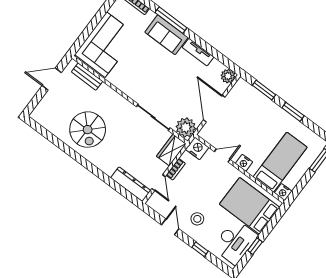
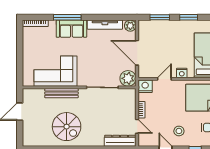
corner sofa: (106, 45) -> (55, 71), moved, turned -90
tv unit: (198, 52) -> (105, 25), width x1.41
bench: (87, 77) -> (61, 93), moved, width x1.36
wardrobe: (171, 150) -> (129, 100), removed

